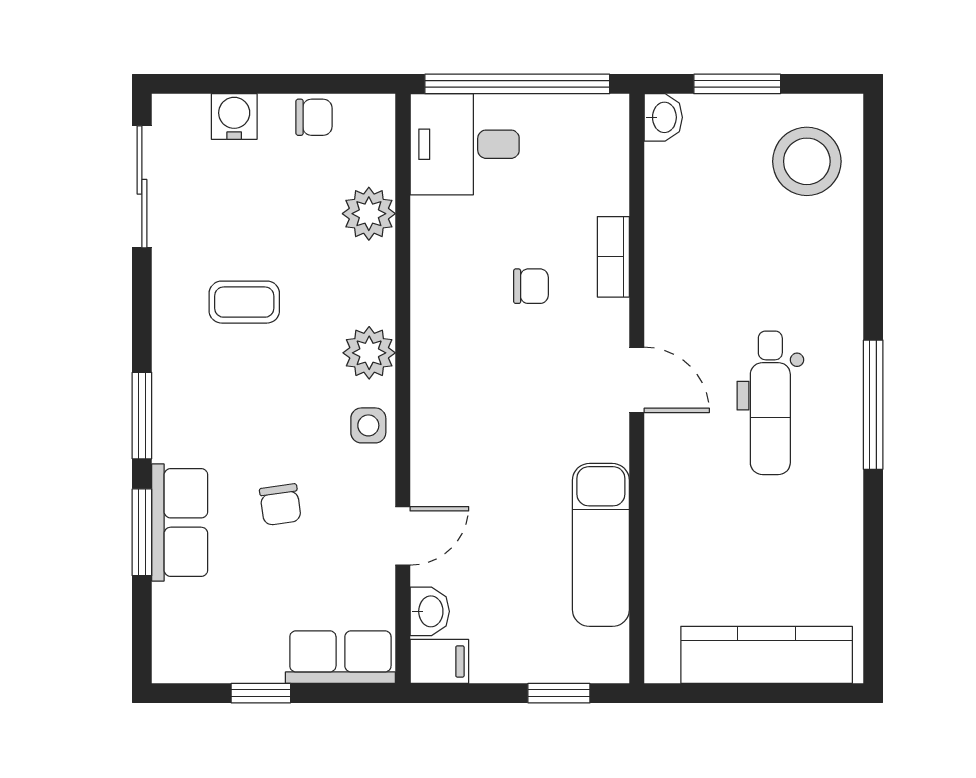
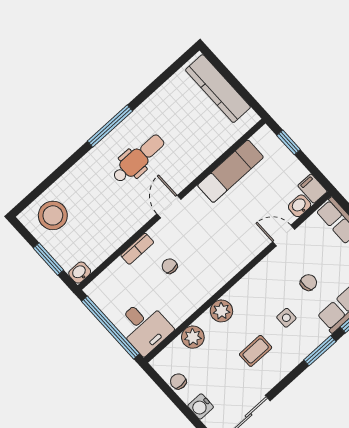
coffee table: (244, 302) -> (256, 351), turned 90
plant: (369, 353) -> (221, 311), moved
side table: (368, 425) -> (286, 318), moved

